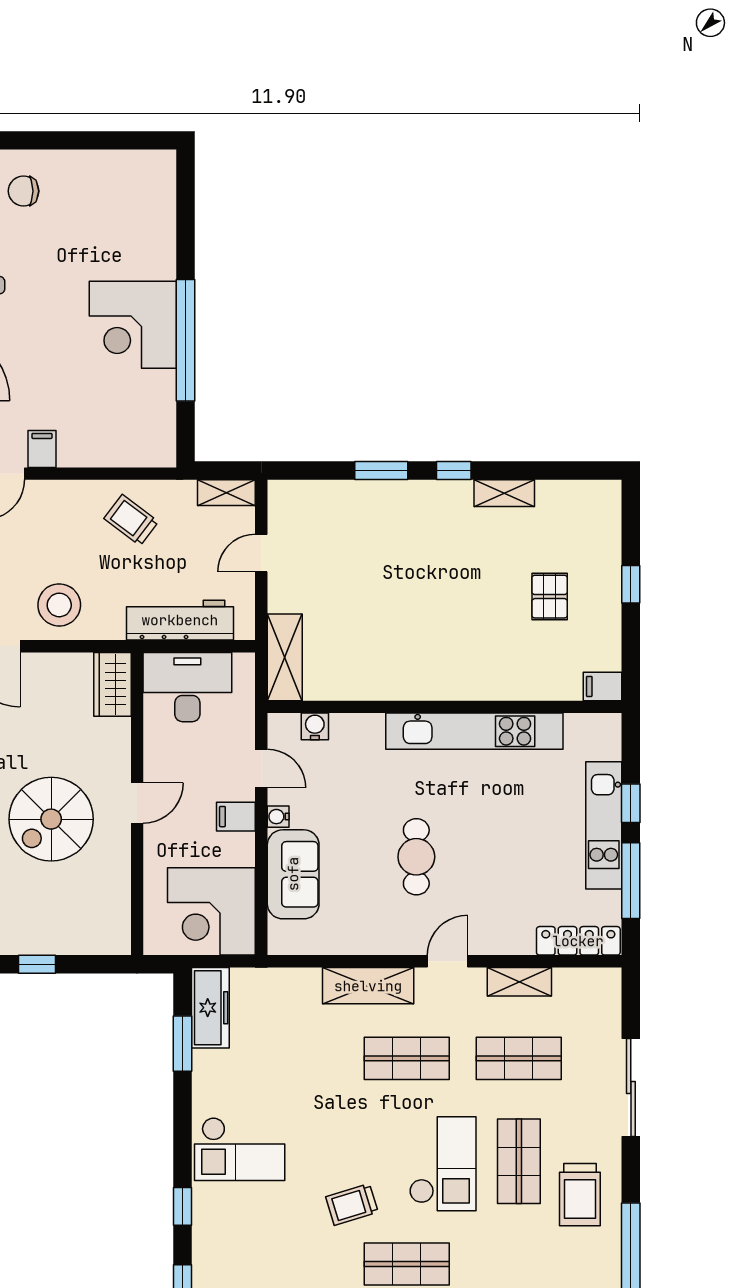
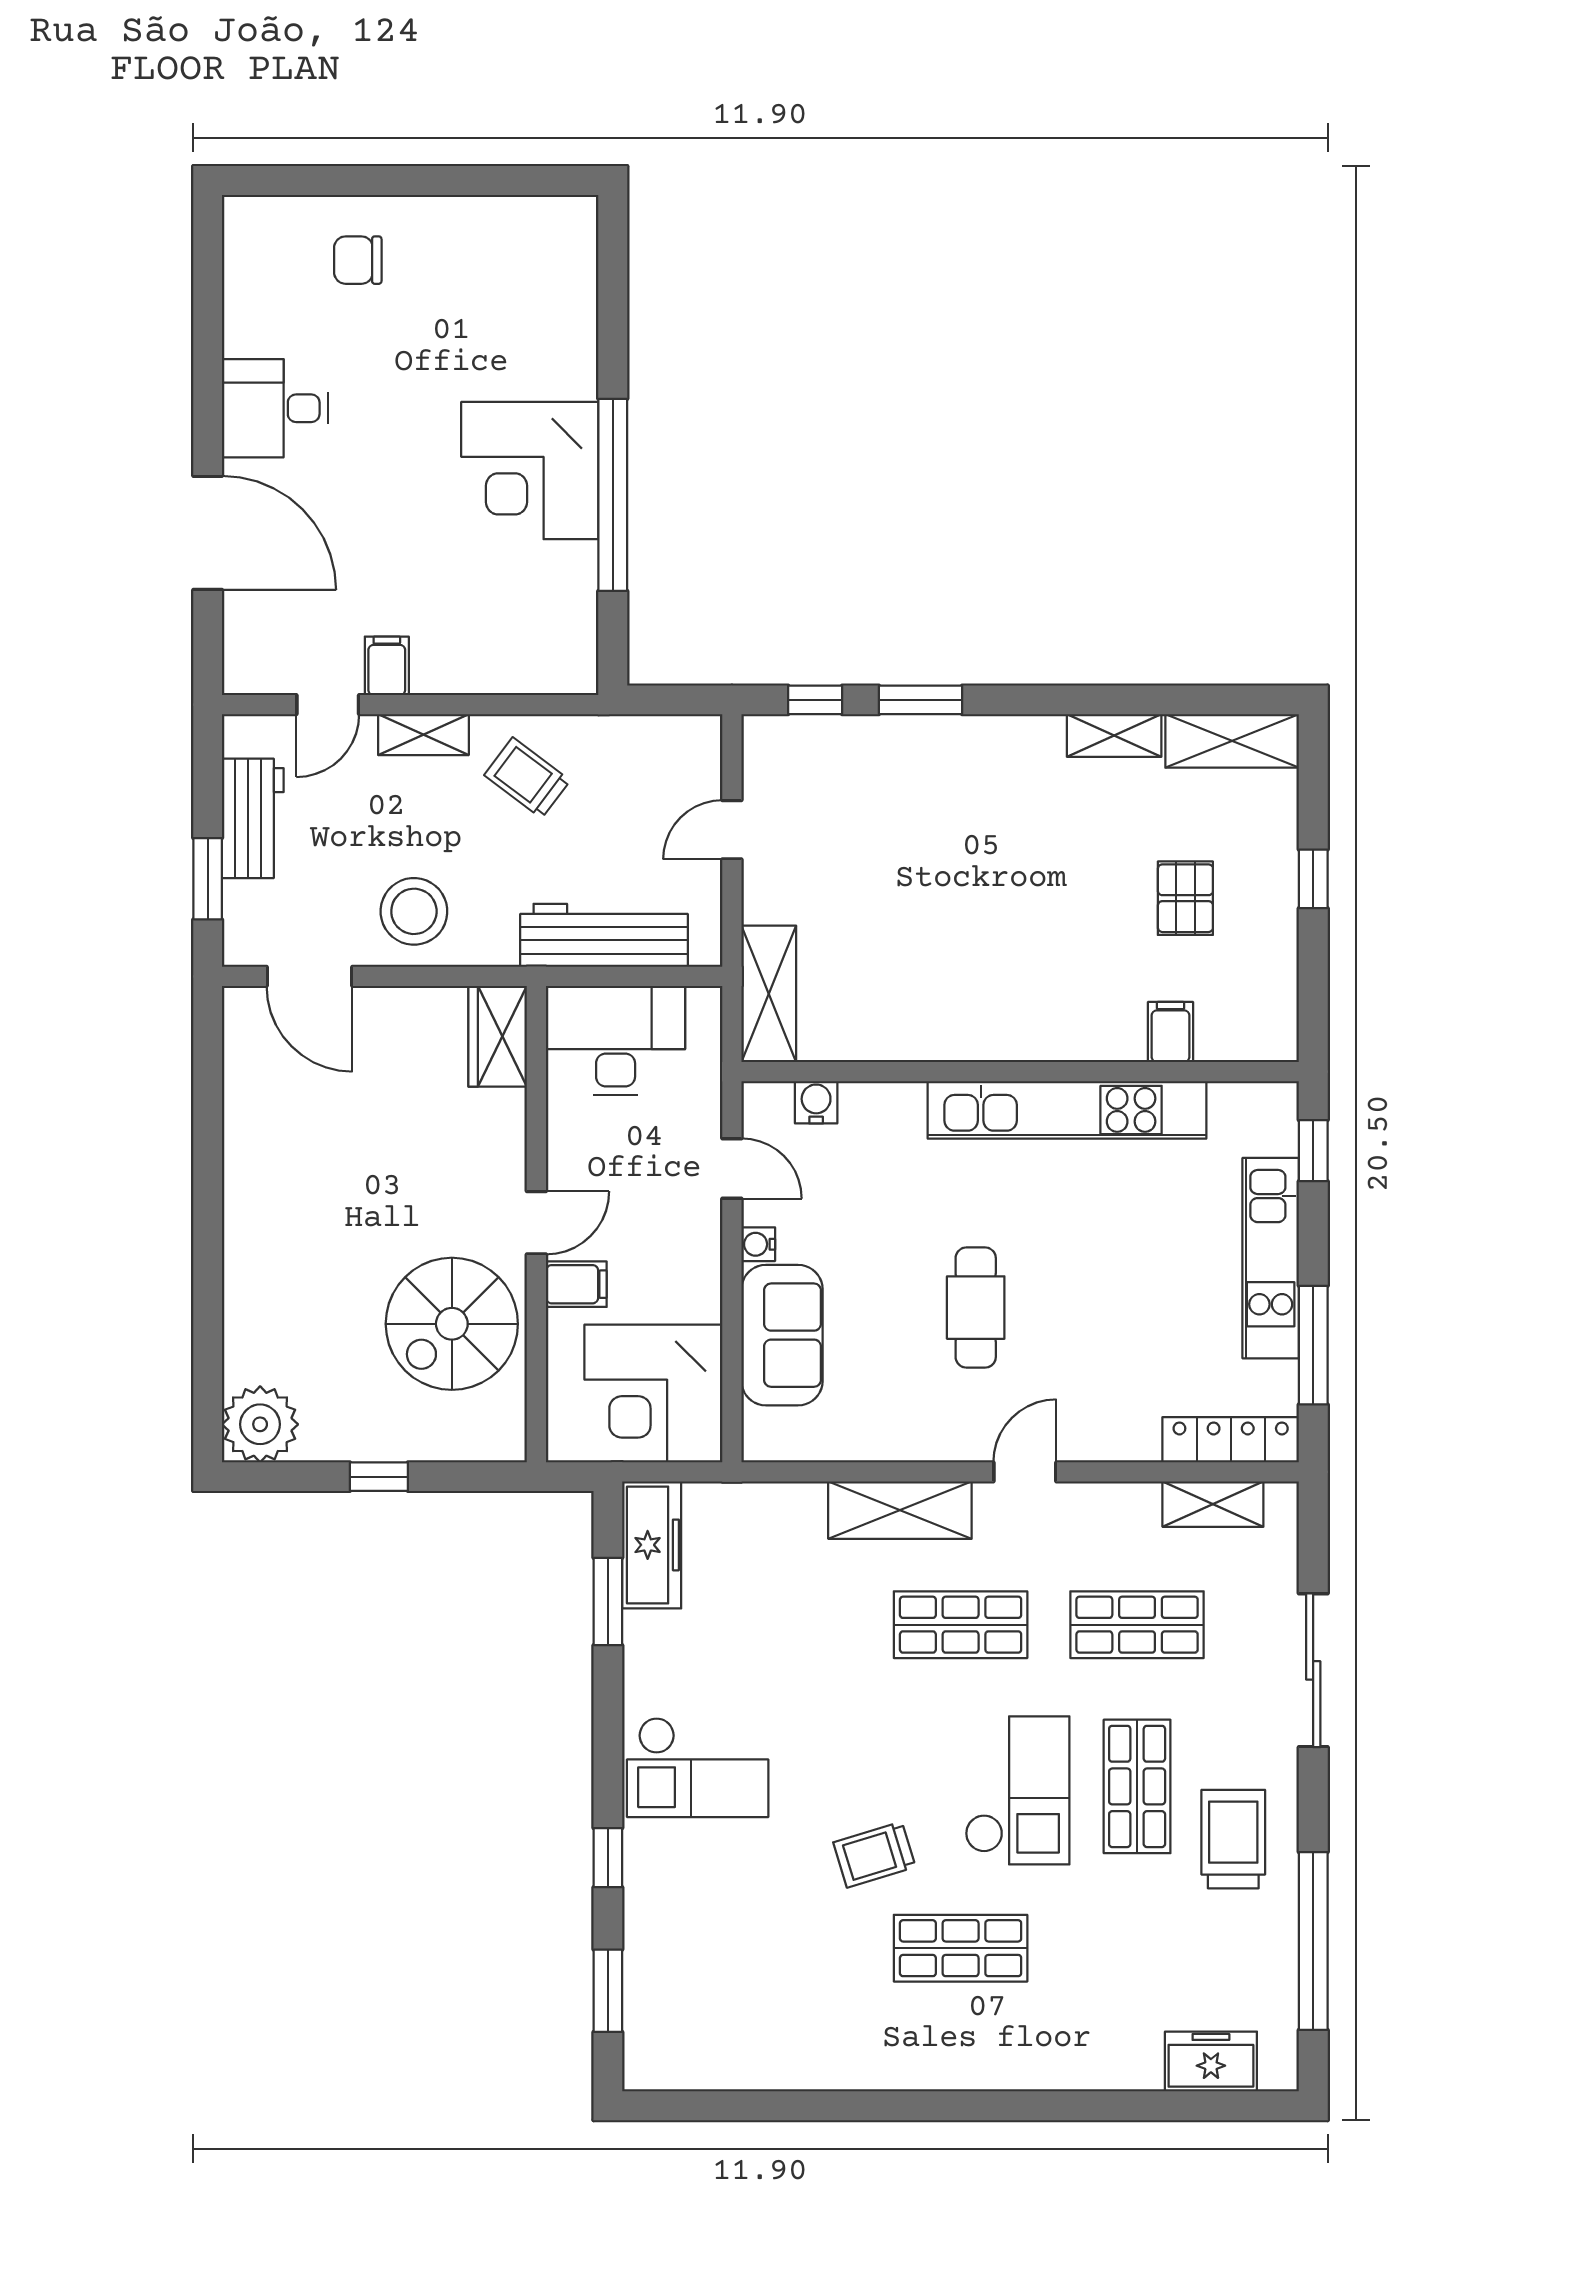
window: (454, 471) -> (815, 700), moved
shelving: (226, 493) -> (423, 735), moved
shelving: (579, 497) -> (1232, 741), added
filing cabinet: (603, 686) -> (1170, 1032), moved, turned 90
window: (631, 803) -> (1313, 1151), moved
filing cabinet: (236, 817) -> (576, 1284), moved, turned 180
spiral stairs: (51, 819) -> (452, 1324), moved
shelving: (519, 982) -> (1213, 1504), moved
trolley: (580, 1195) -> (1233, 1839), turned 180

